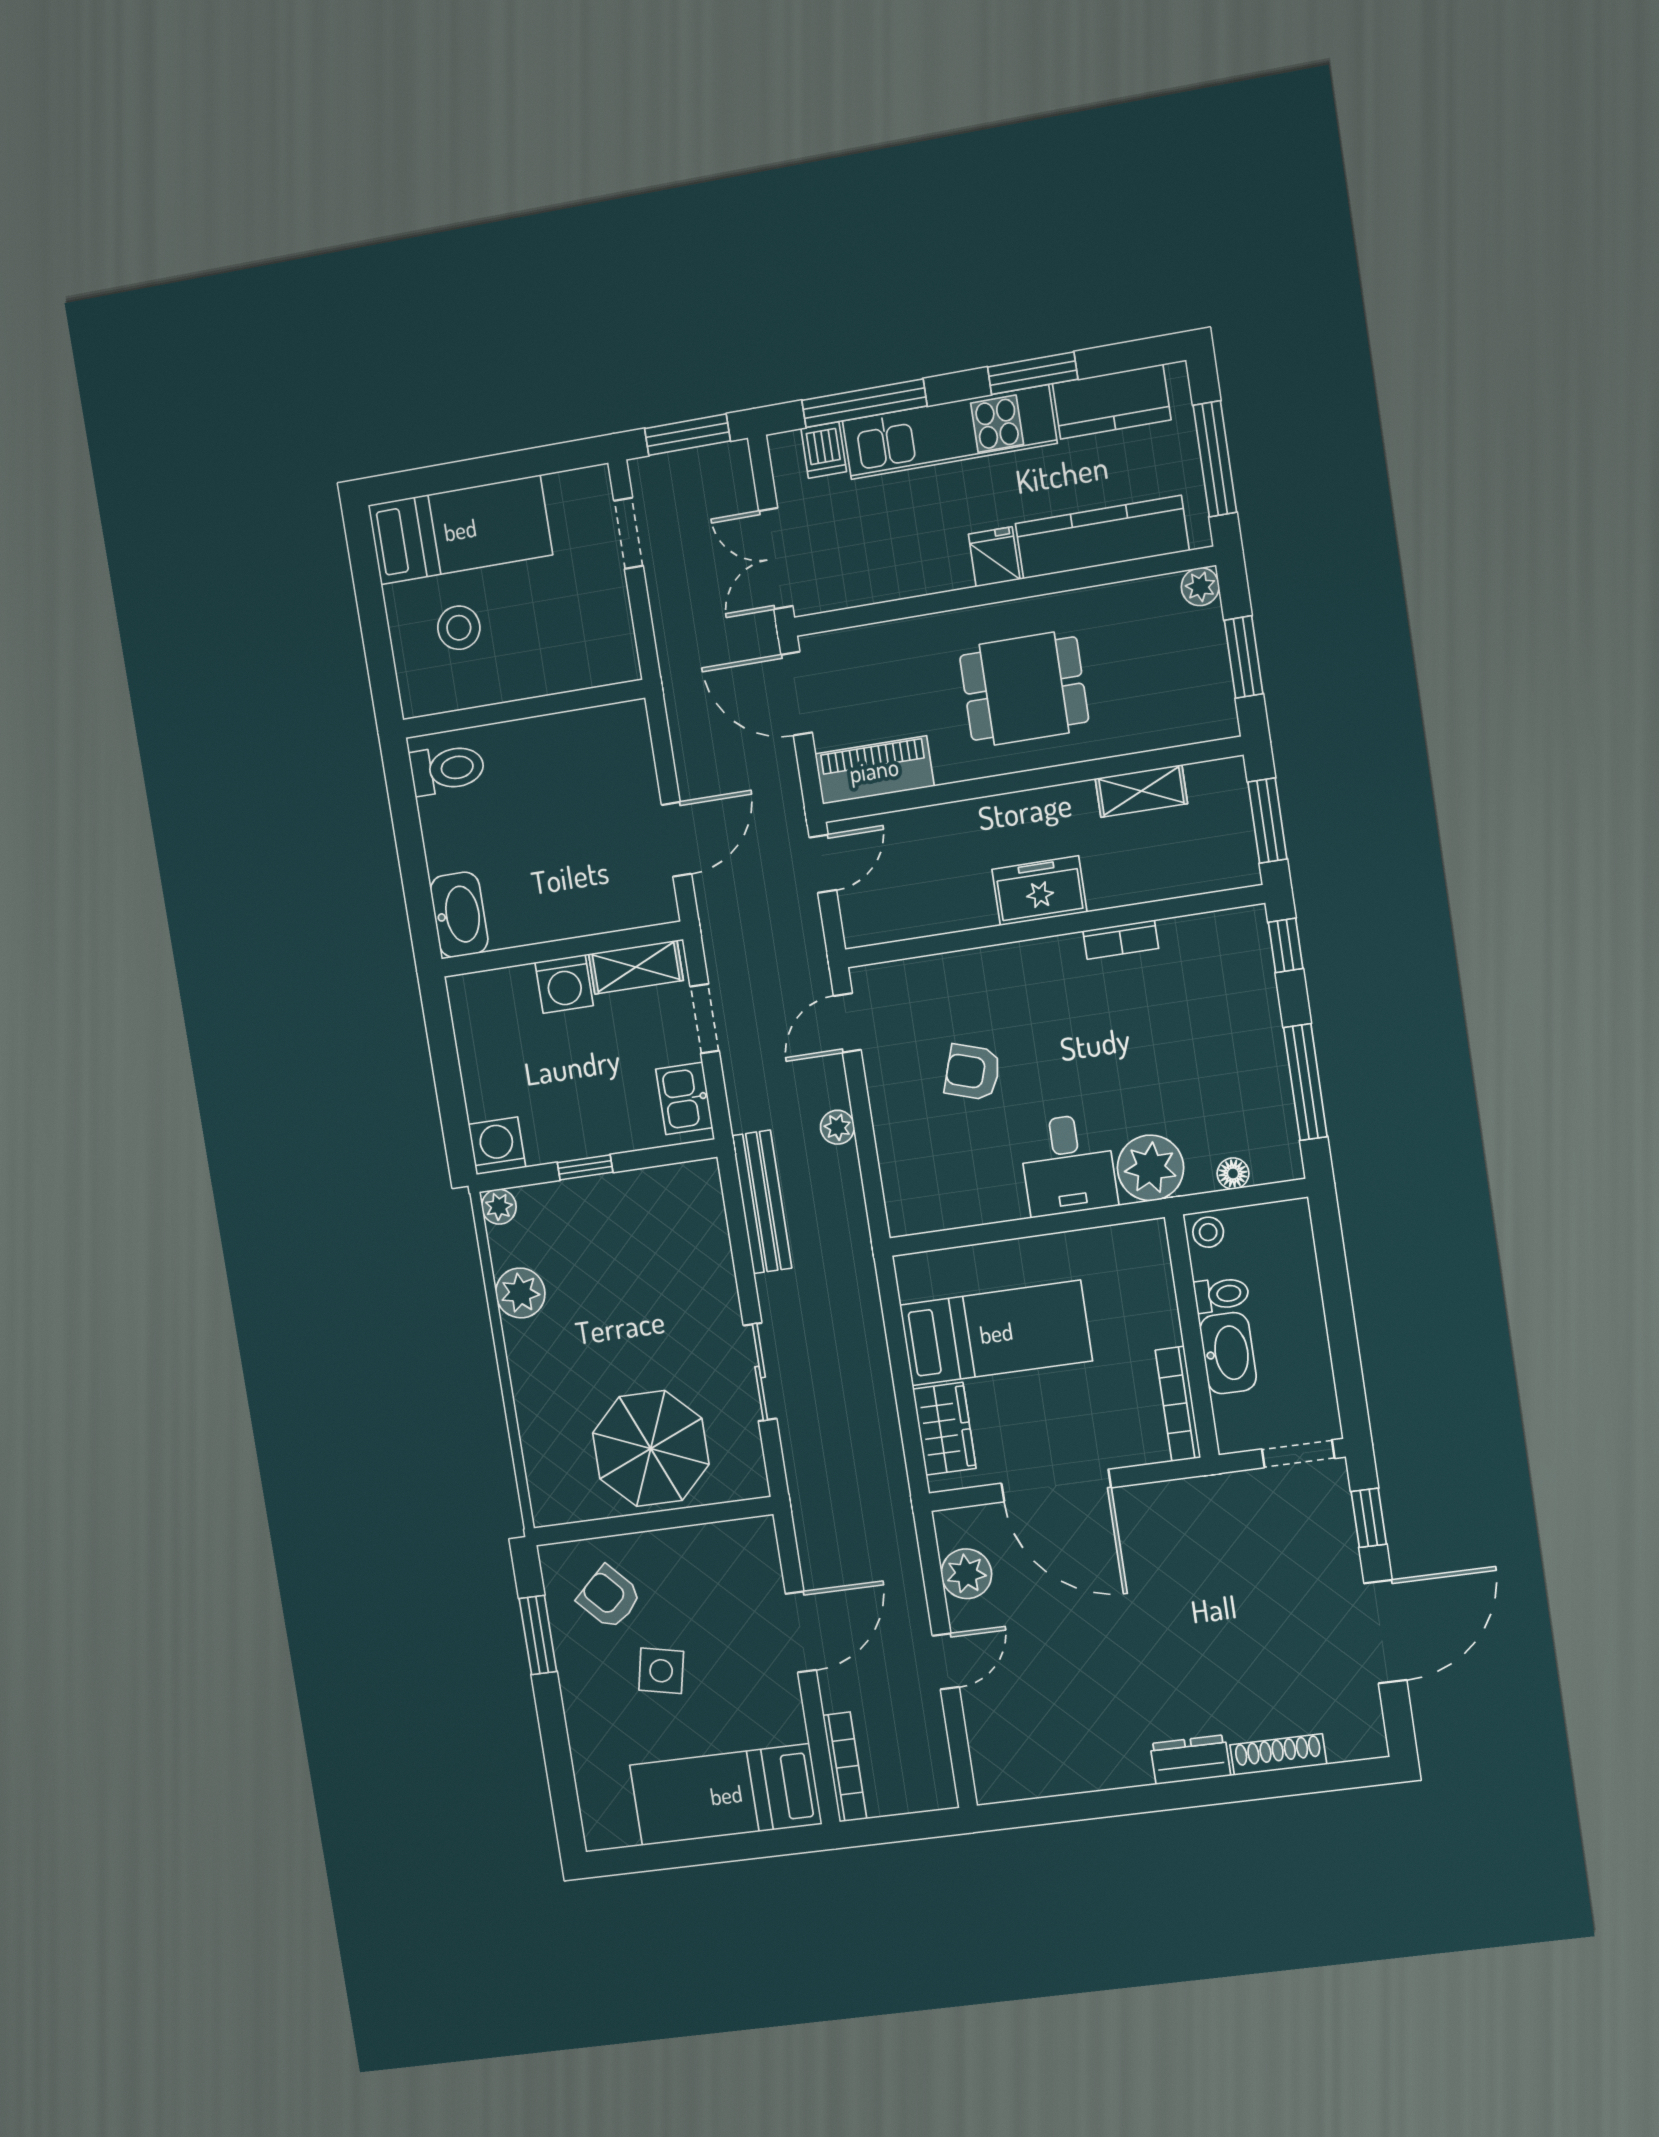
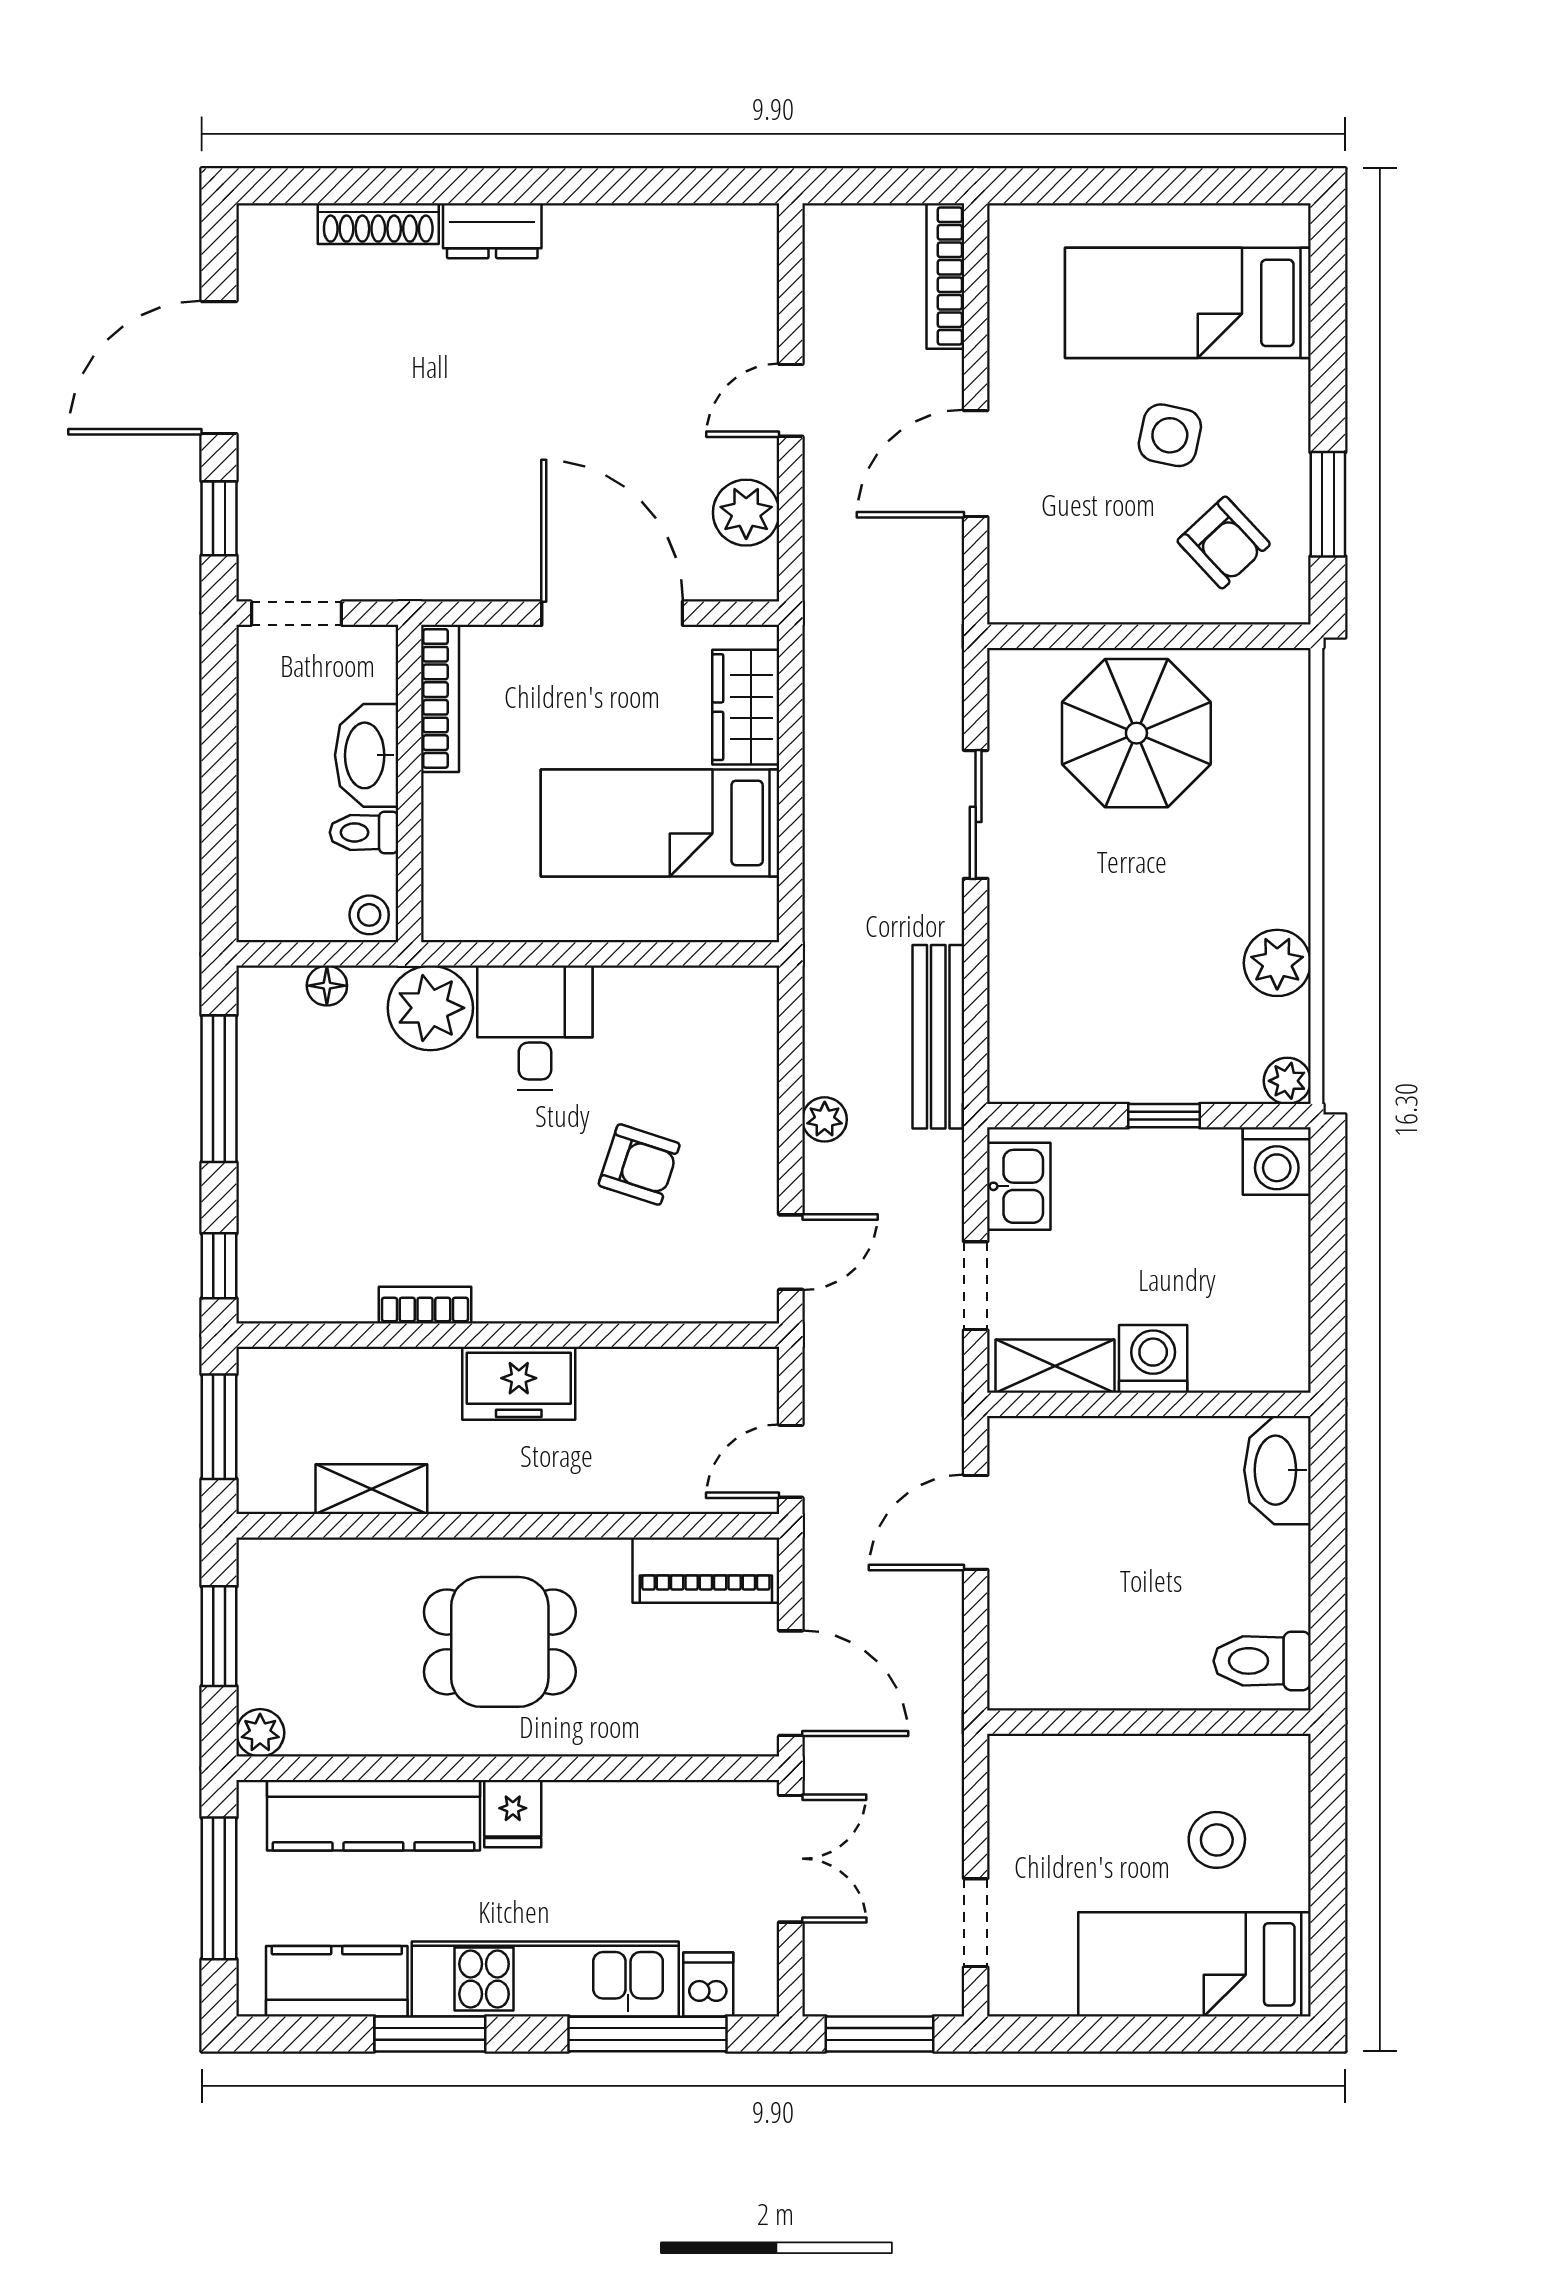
bed: (726, 1795) -> (1188, 303), moved, turned 180

